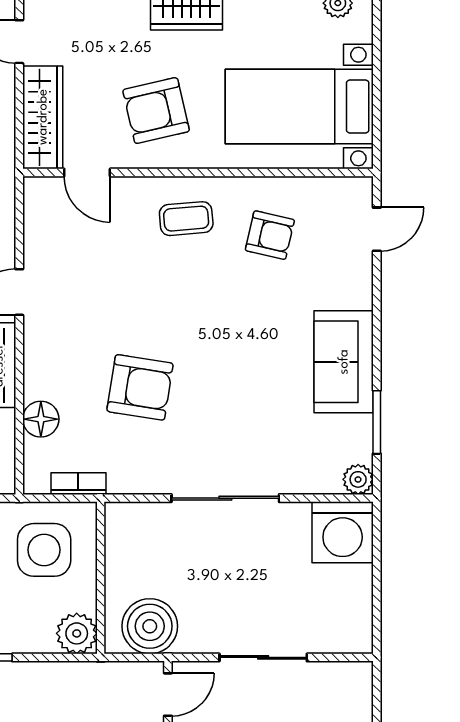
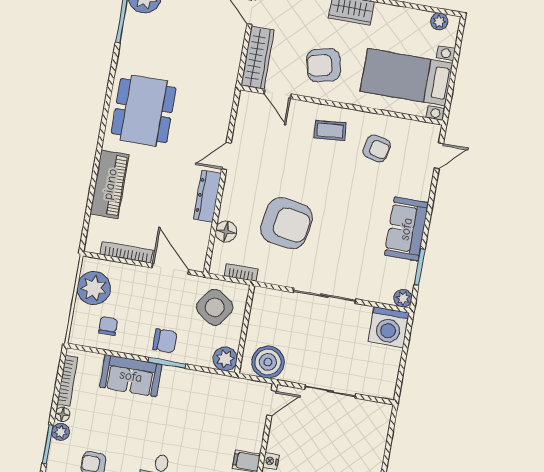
armchair: (140, 387) -> (286, 223), width x1.36, depth x1.36
side table: (44, 550) -> (215, 307), turned 35

